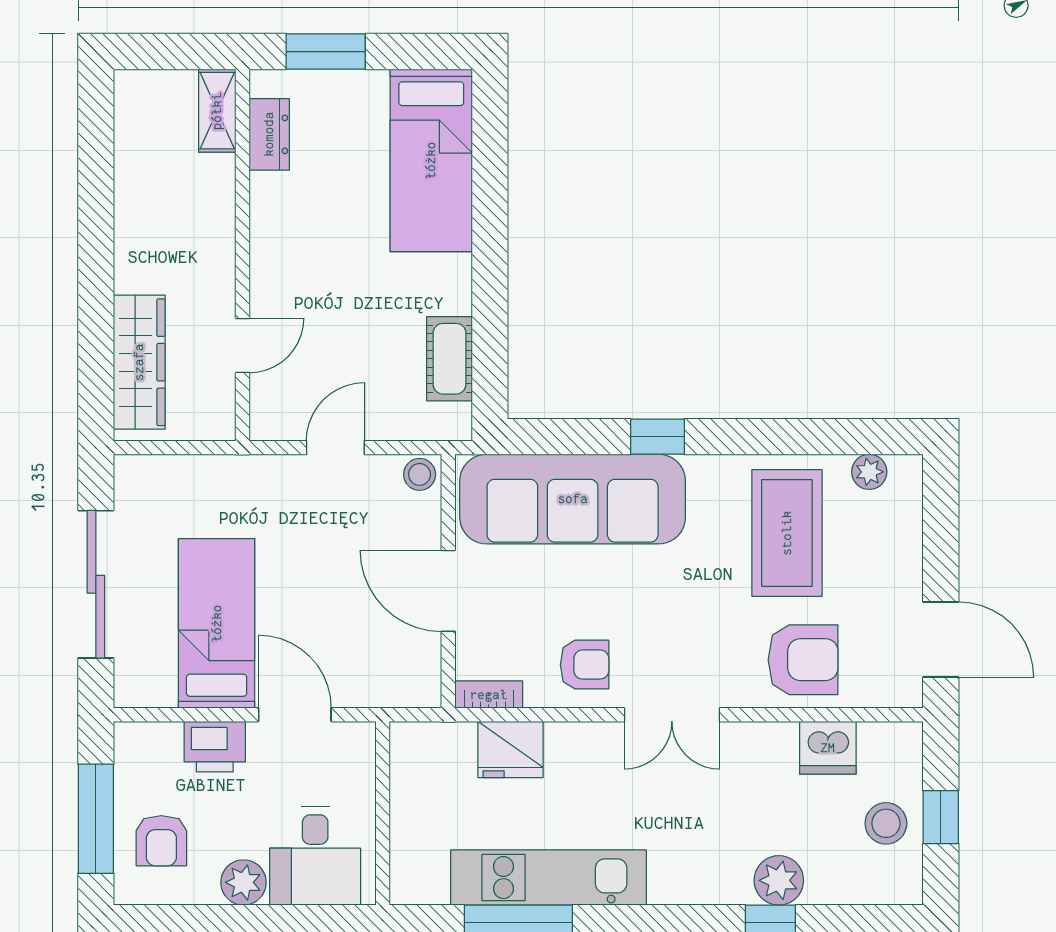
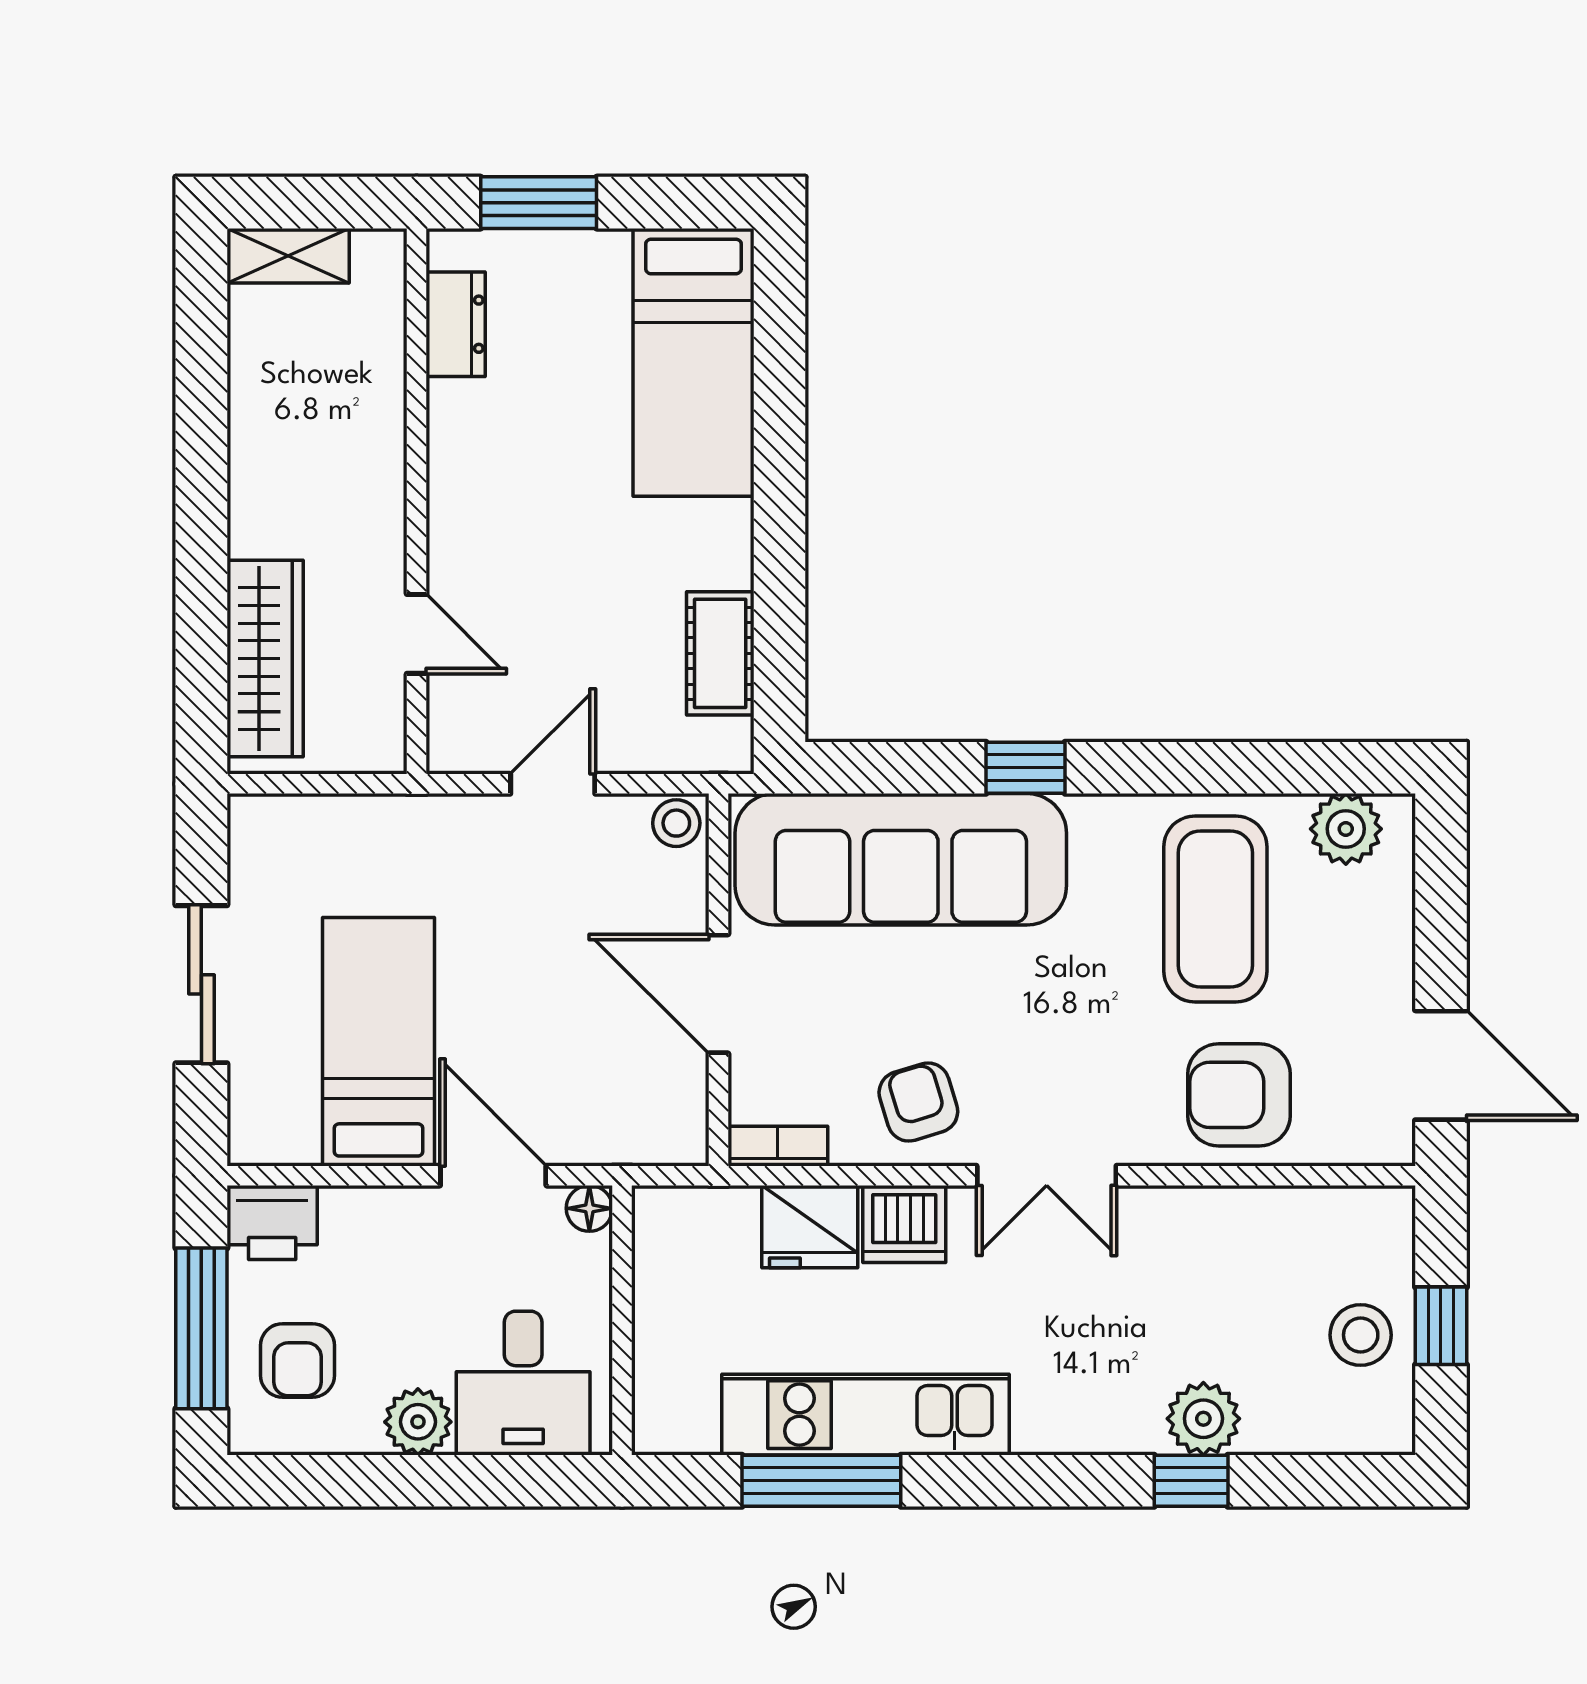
shelving: (217, 111) -> (288, 256), moved, turned 90
door: (243, 345) -> (417, 634), hinge flipped
plant: (869, 472) -> (1346, 829), width x1.38, depth x1.38
sliding door: (96, 584) -> (201, 984), width x0.73
armchair: (803, 660) -> (1239, 1095), turned 180
armchair: (585, 665) -> (918, 1102), turned -107
floor lamp: (360, 737) -> (589, 1208), added
printer: (215, 747) -> (272, 1222), moved
dishwasher: (828, 748) -> (904, 1224), moved

